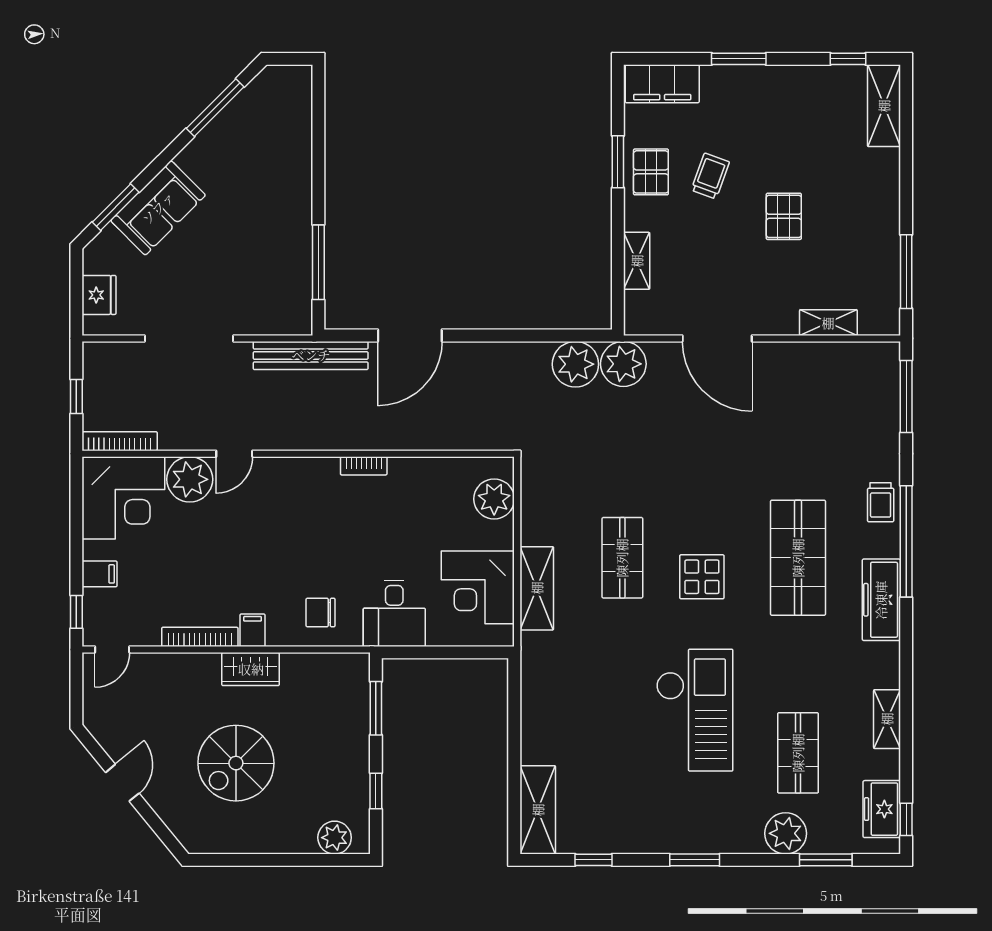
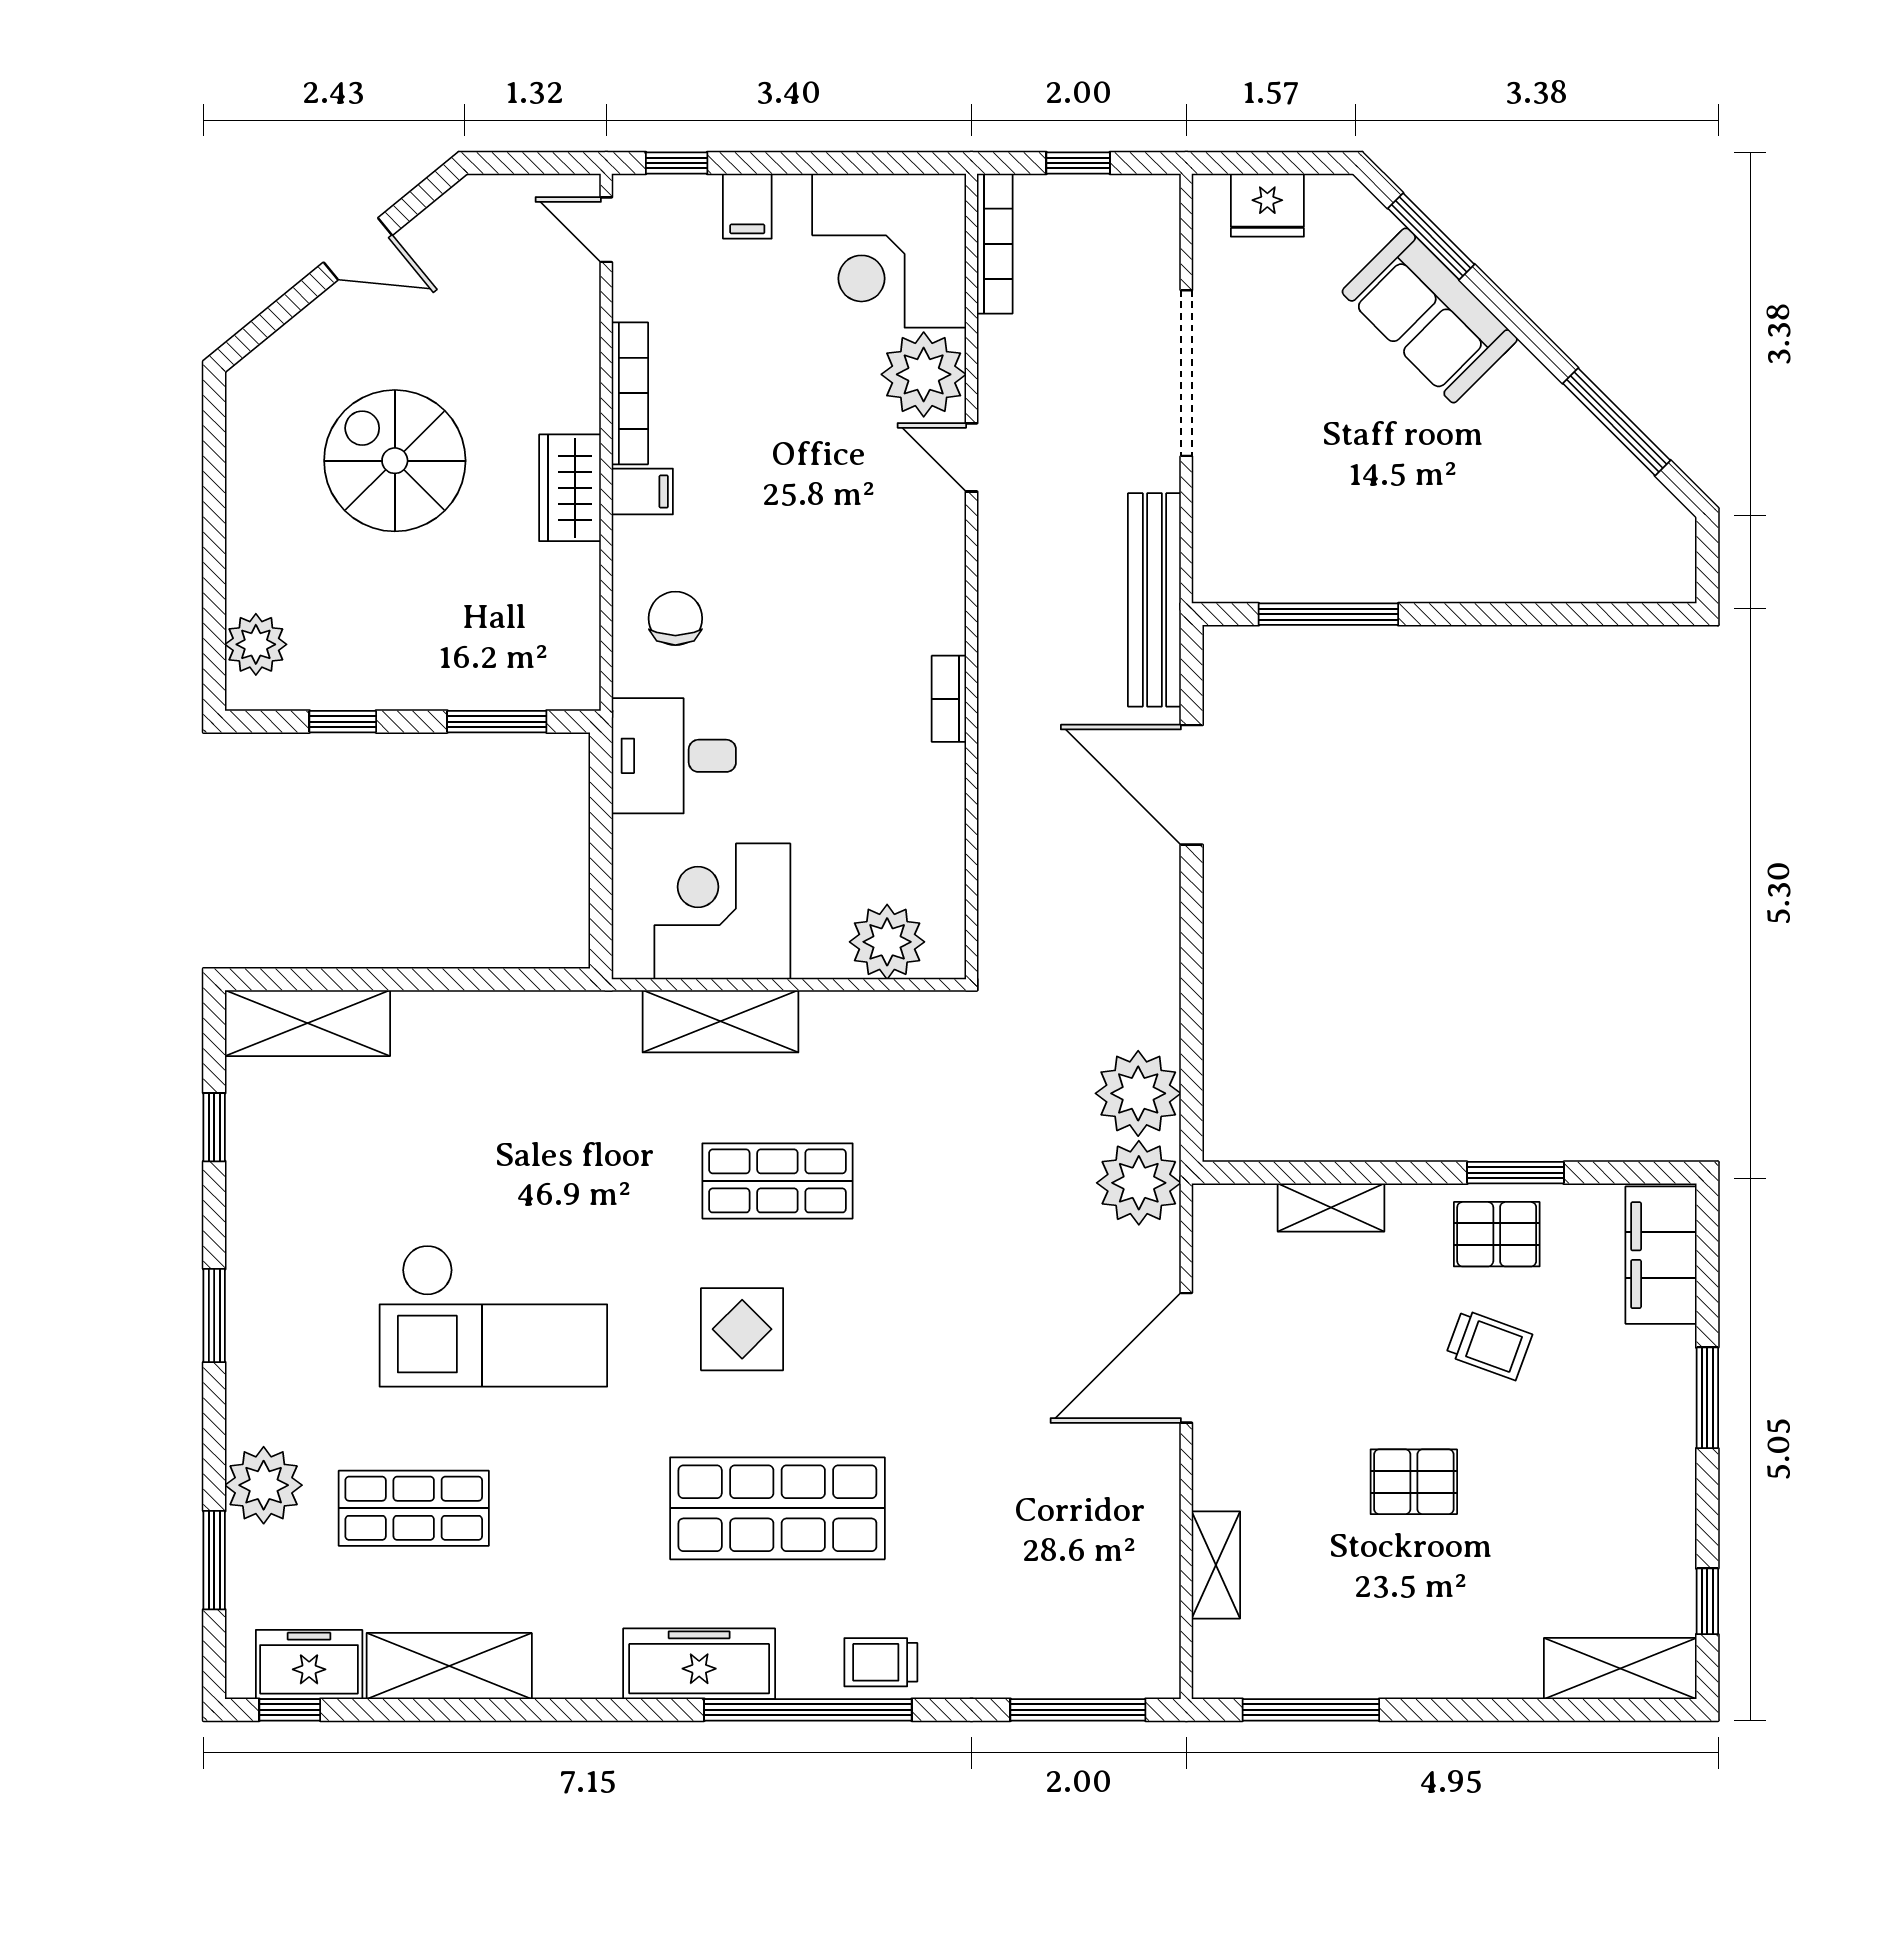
shelving: (887, 719) -> (449, 1666), width x1.50, depth x1.33

